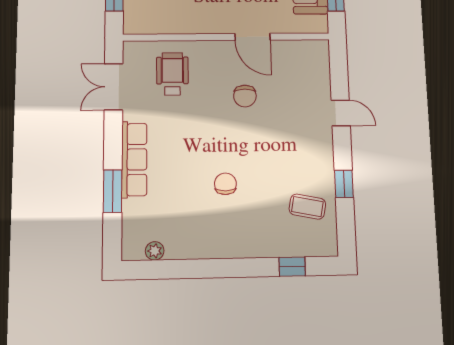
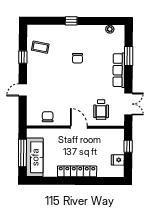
door: (253, 37) -> (79, 127), moved
chair: (245, 96) -> (48, 117), moved
door: (341, 113) -> (23, 90), hinge flipped
window: (292, 267) -> (71, 21), moved

